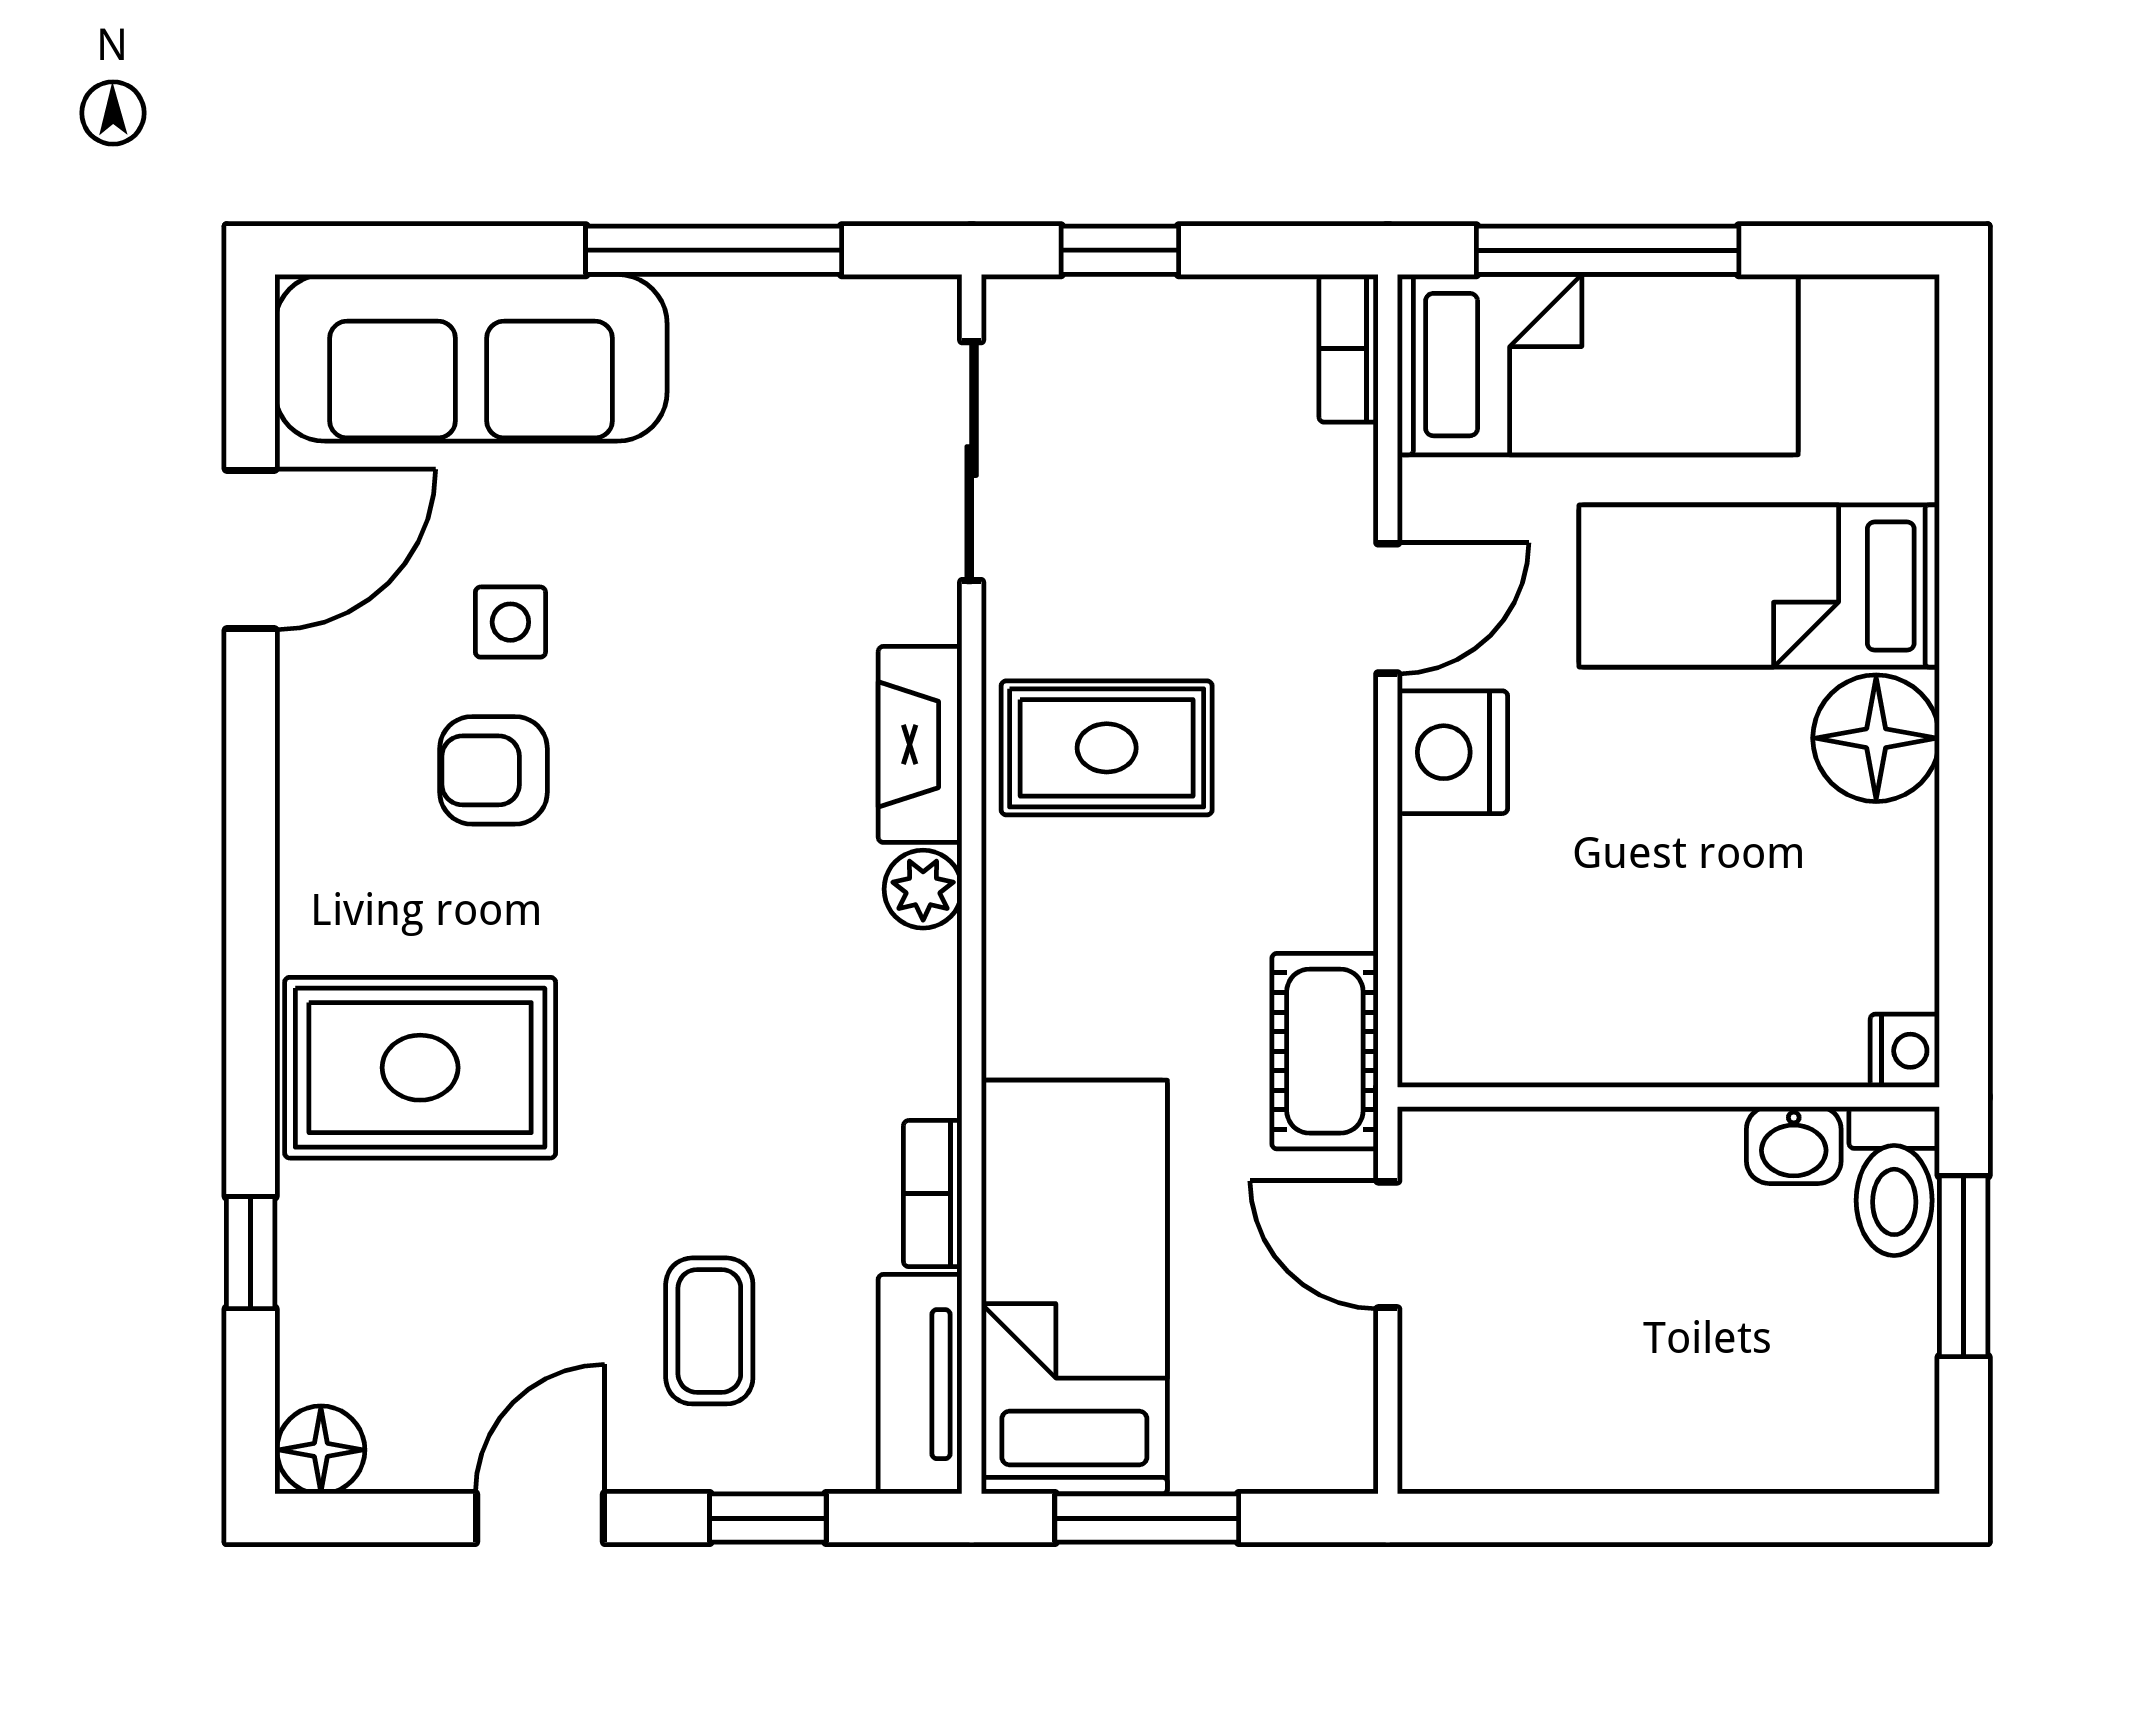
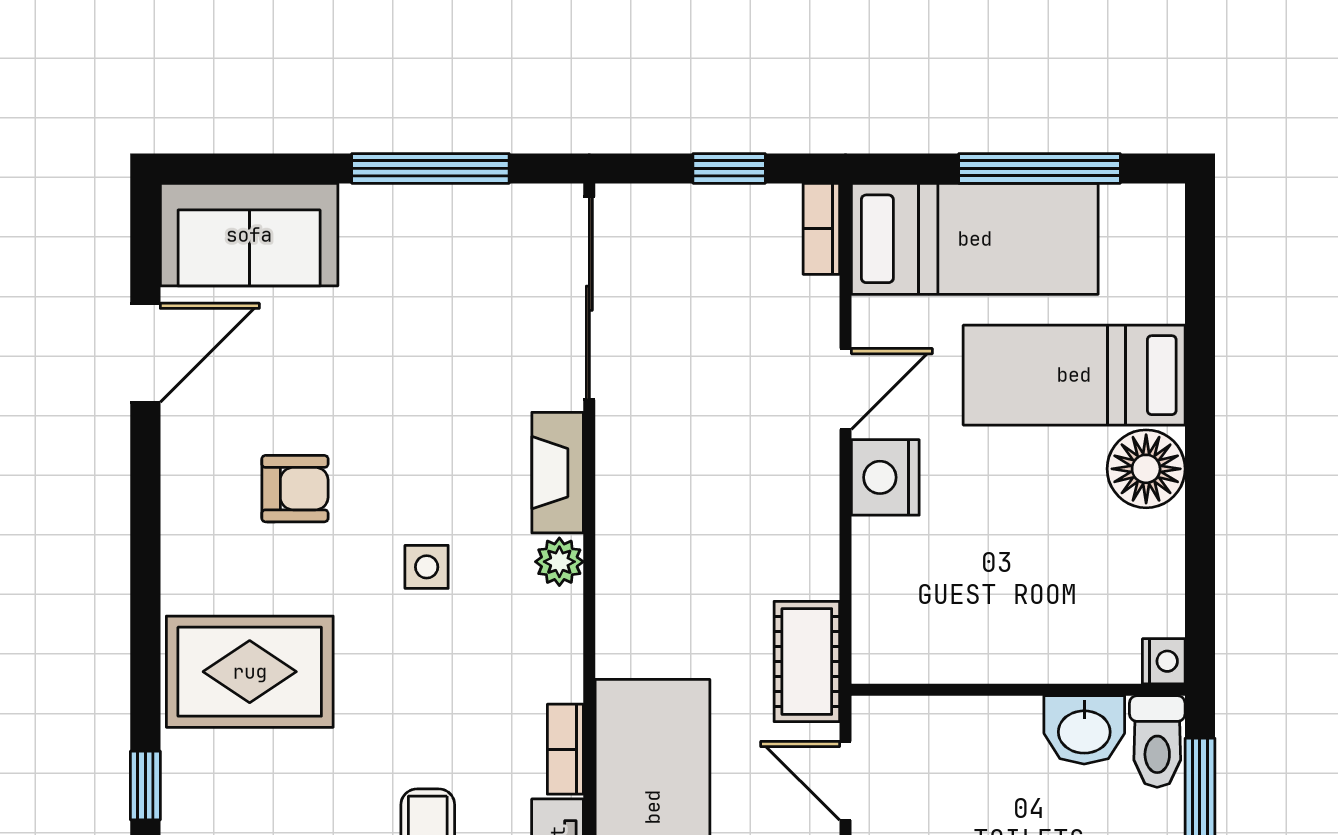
window: (1120, 250) -> (729, 168), moved
window: (1608, 250) -> (1039, 168), moved
sofa: (471, 358) -> (249, 235), width x0.73
sliding door: (972, 461) -> (589, 298), width x1.37
side table: (510, 622) -> (427, 567), moved
rug: (1107, 748) -> (672, 475), removed
armchair: (494, 770) -> (295, 489), turned 180
washbasin: (1794, 1145) -> (1084, 730), width x1.38, depth x1.45

